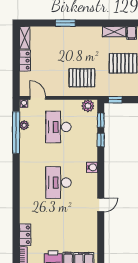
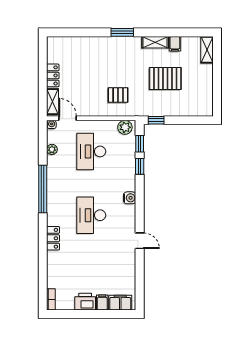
window: (65, 23) -> (122, 32), moved
shelving: (25, 38) -> (52, 102), moved
pallet: (82, 78) -> (118, 95), width x0.67, depth x0.71
window: (16, 133) -> (43, 189), moved
door: (101, 205) -> (140, 241), hinge flipped
locker: (25, 235) -> (53, 238), moved

